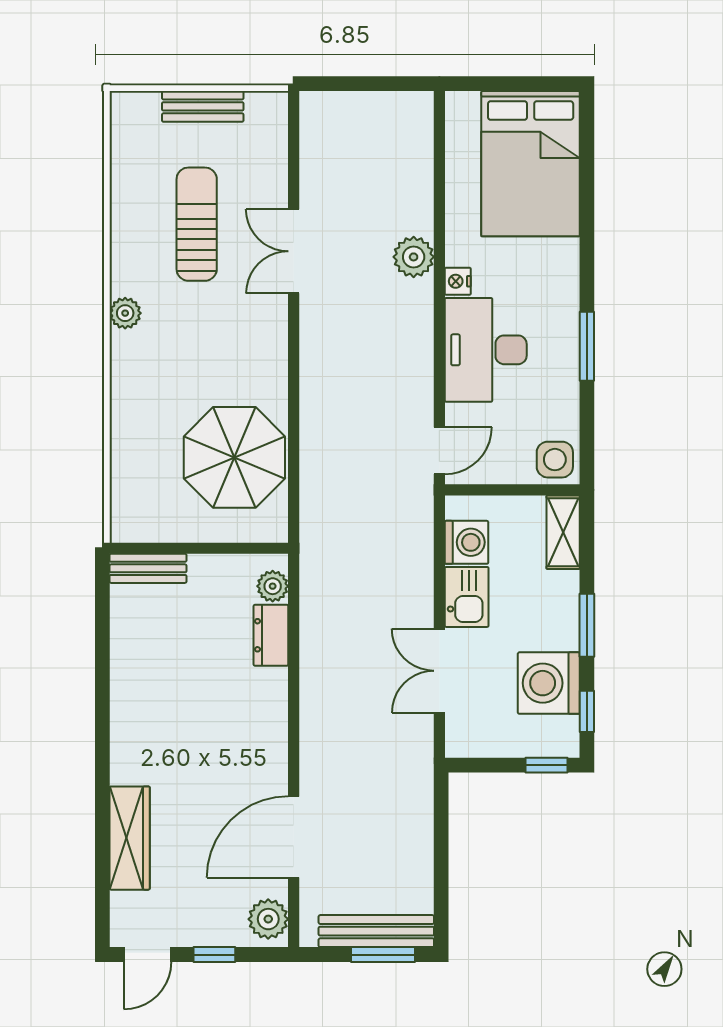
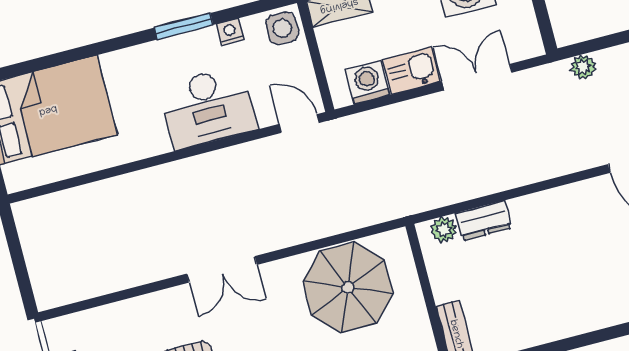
double door: (294, 251) -> (222, 269), moved
plant: (414, 257) -> (583, 67), moved, width x0.73, depth x0.73
nightstand: (458, 281) -> (230, 32), moved, turned 180
double door: (439, 671) -> (477, 77), swing flipped

